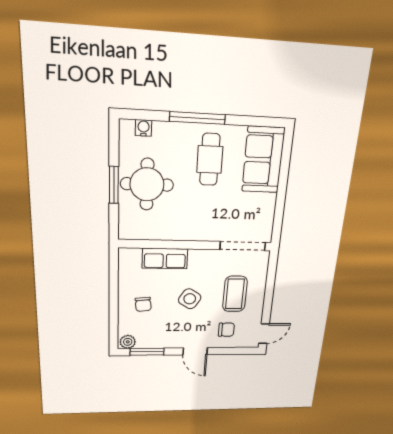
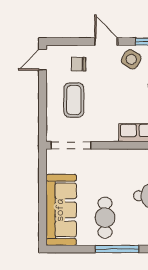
sofa: (263, 160) -> (61, 210), width x1.36
side table: (190, 299) -> (131, 59), moved

